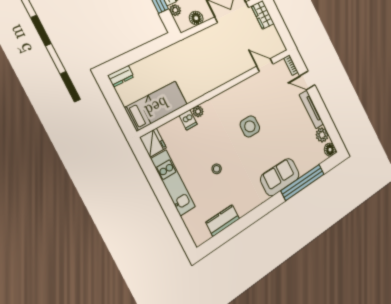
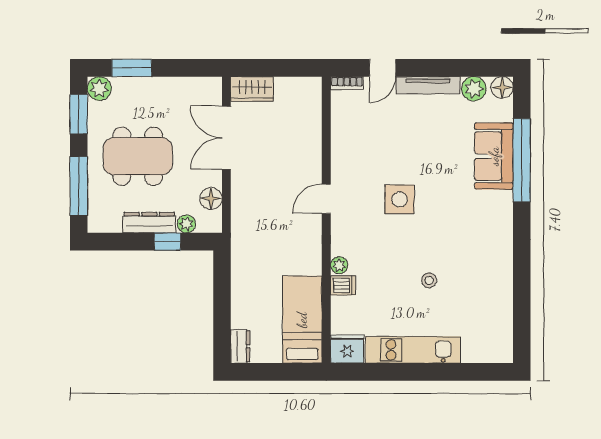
door: (265, 65) -> (326, 199), moved
sofa: (280, 177) -> (494, 156), moved
kitchen counter: (223, 220) -> (501, 309), removed

